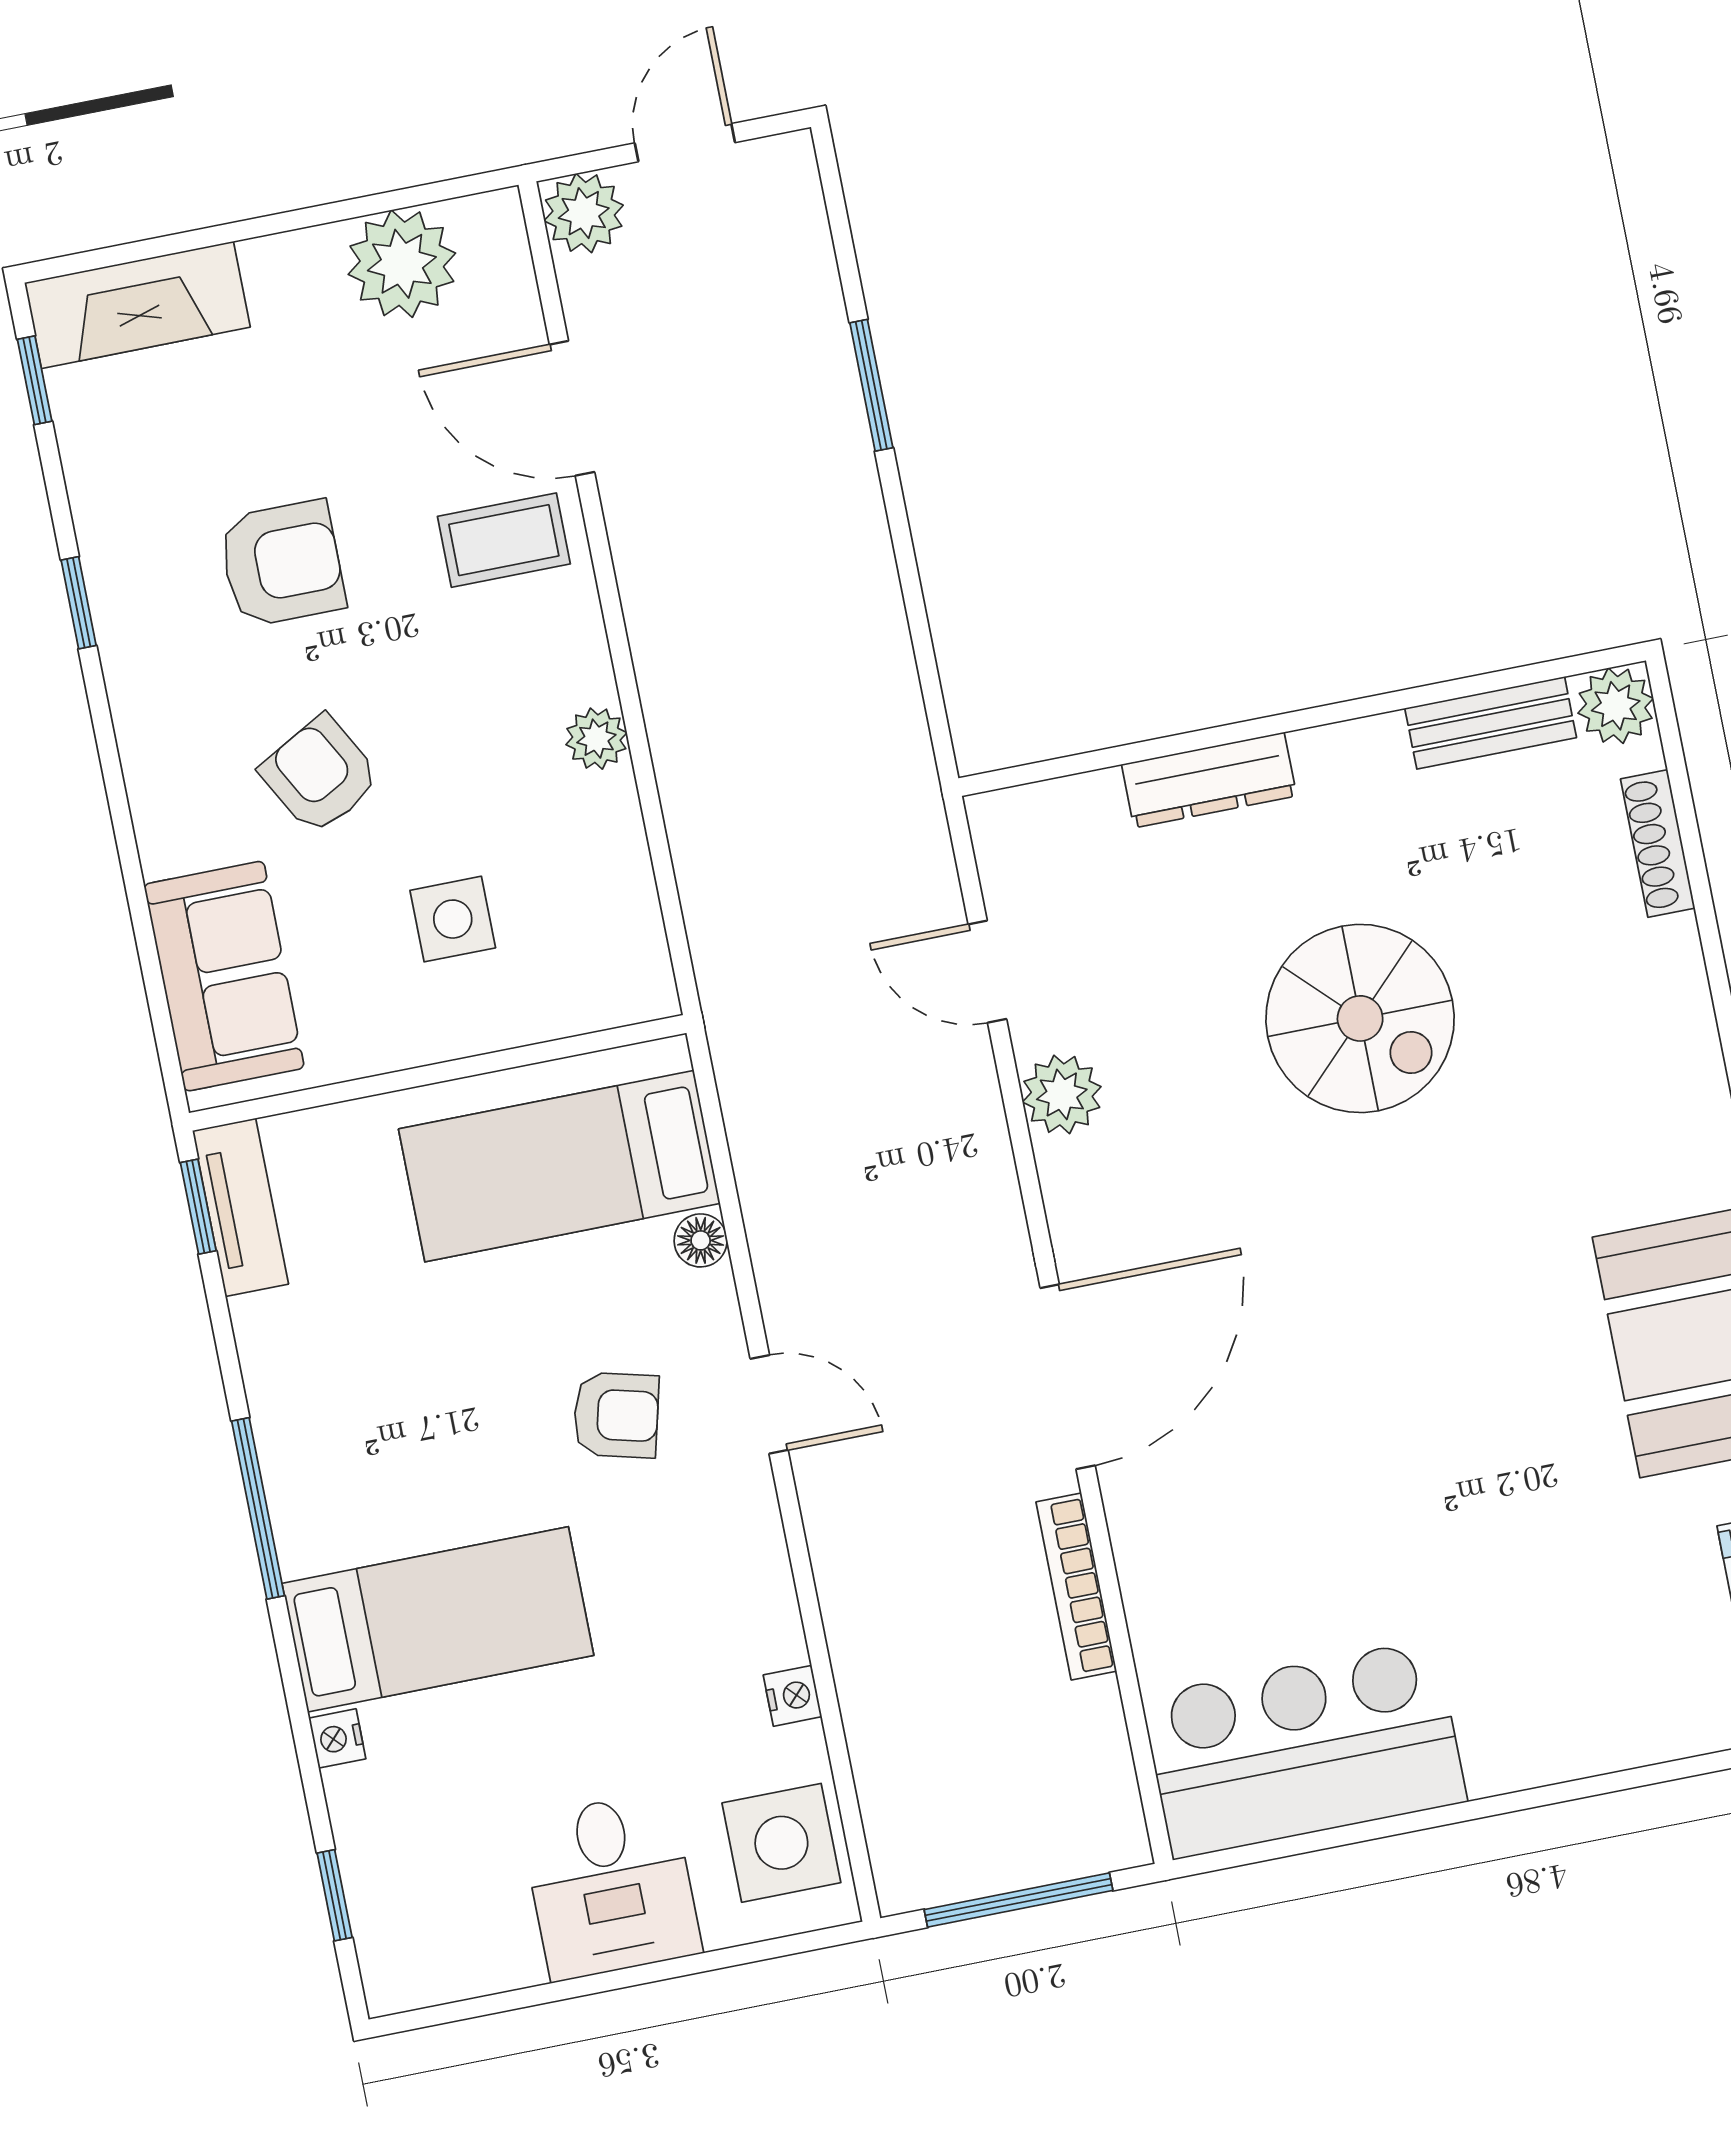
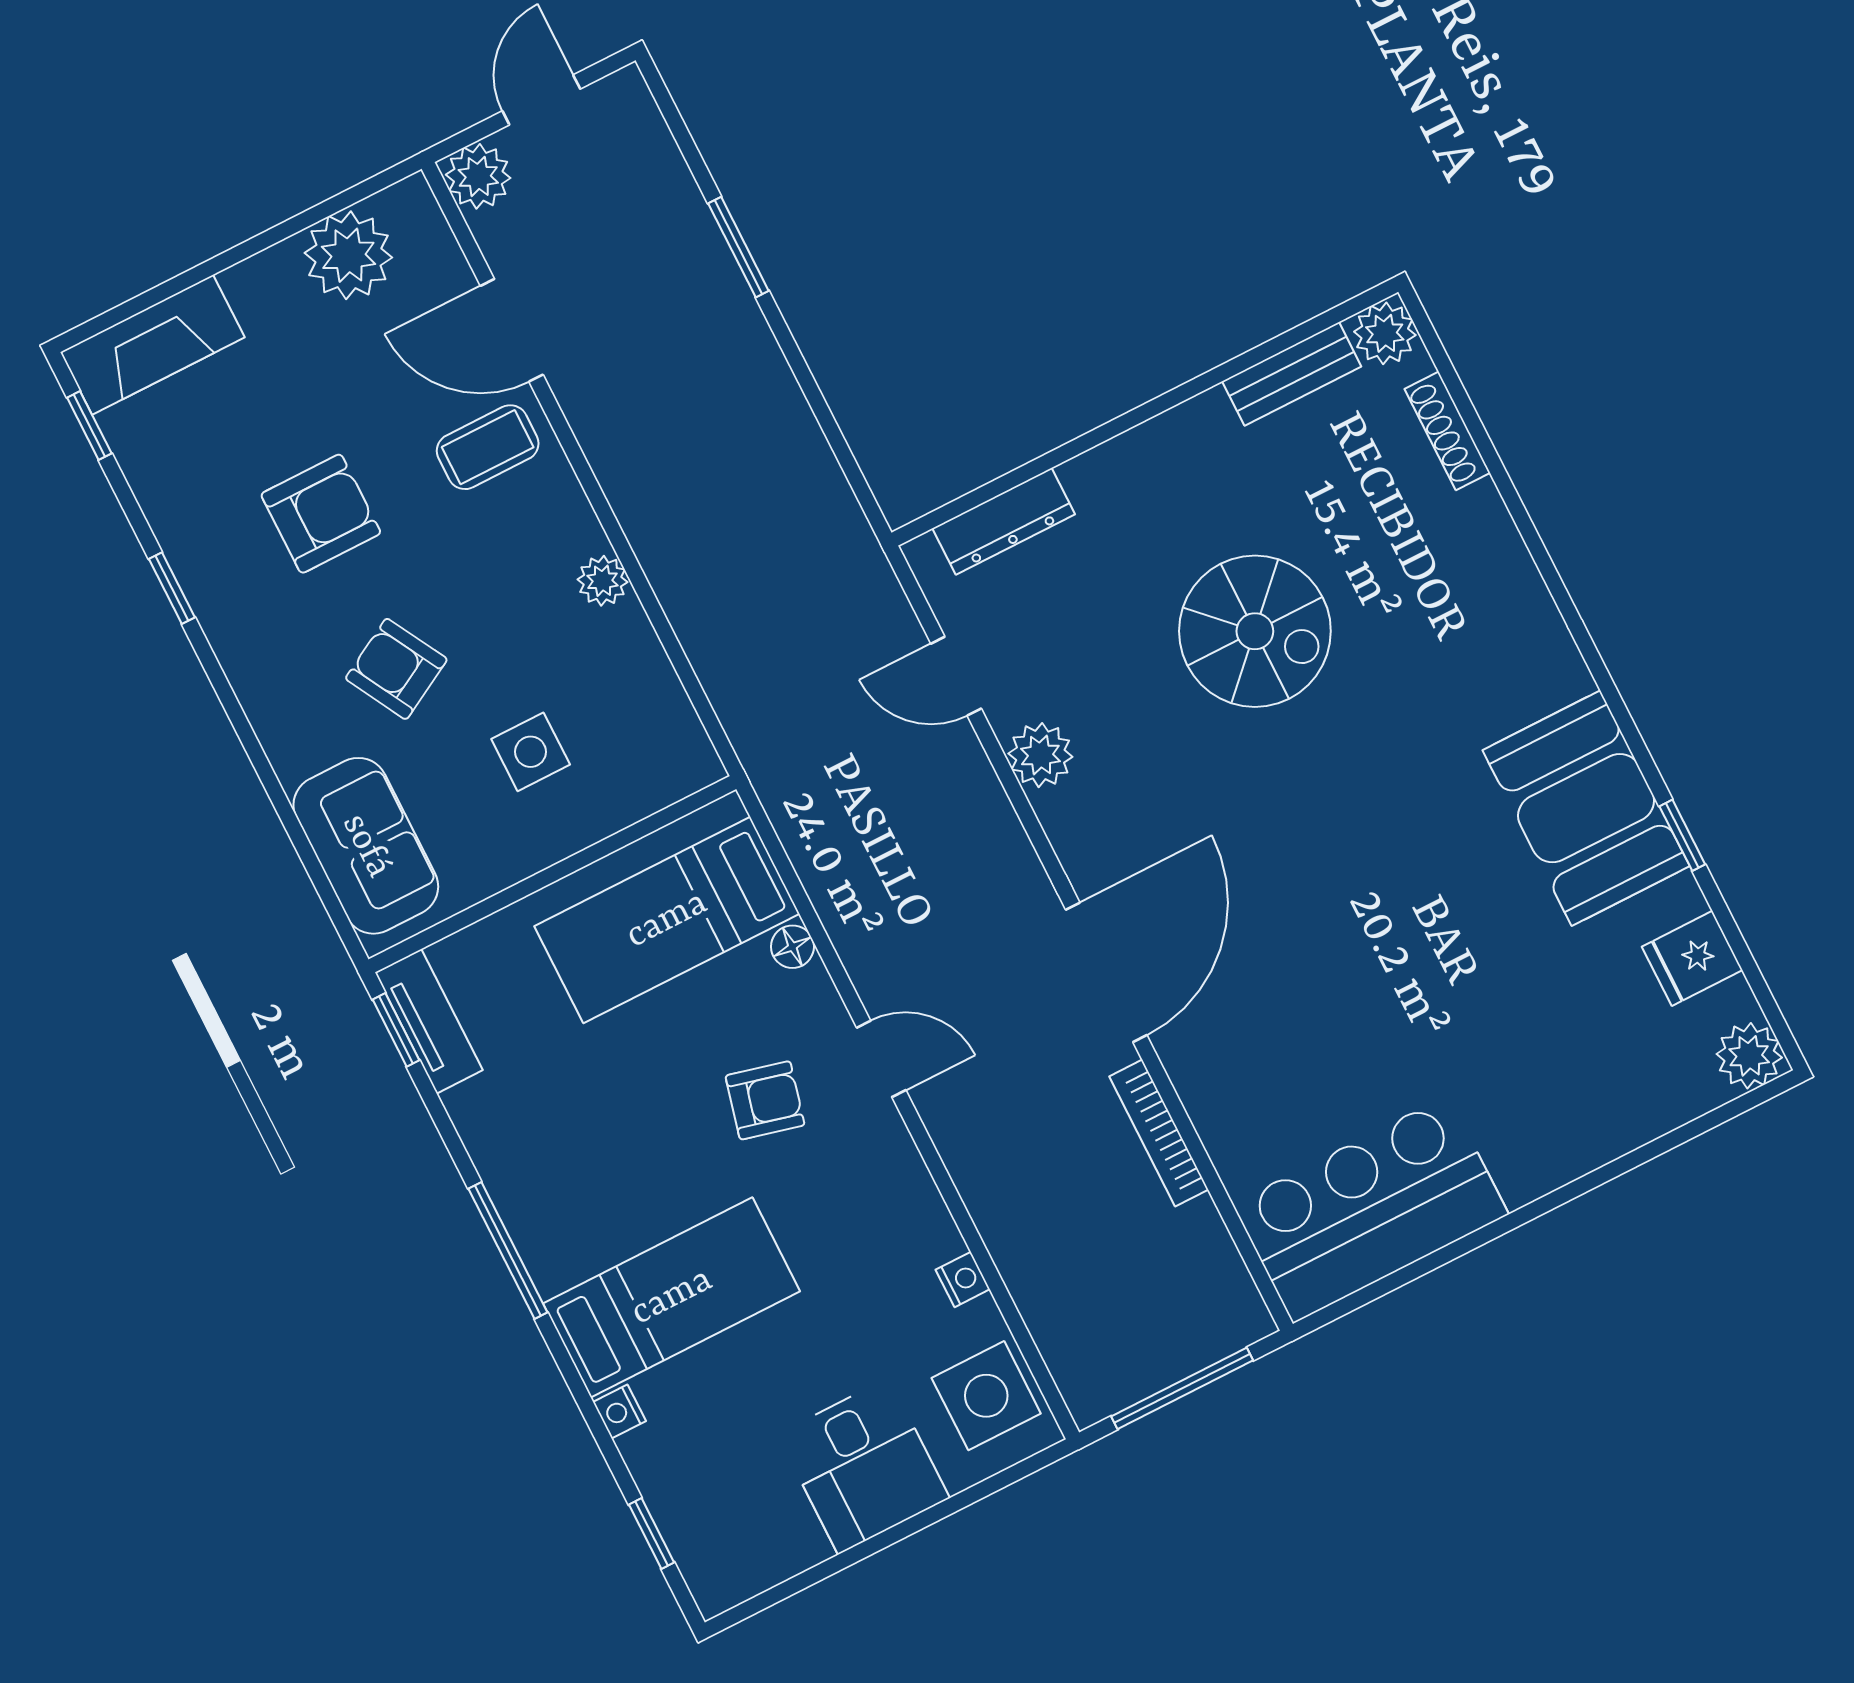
dresser: (1209, 780) -> (1004, 521), moved

